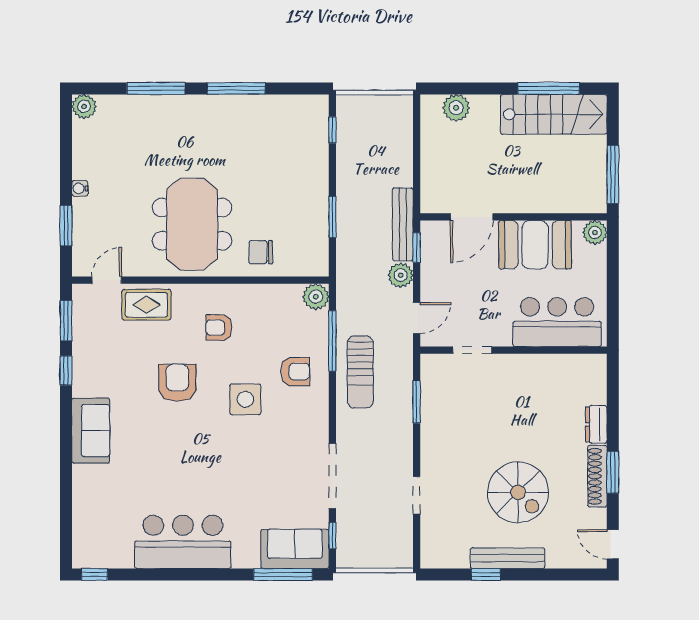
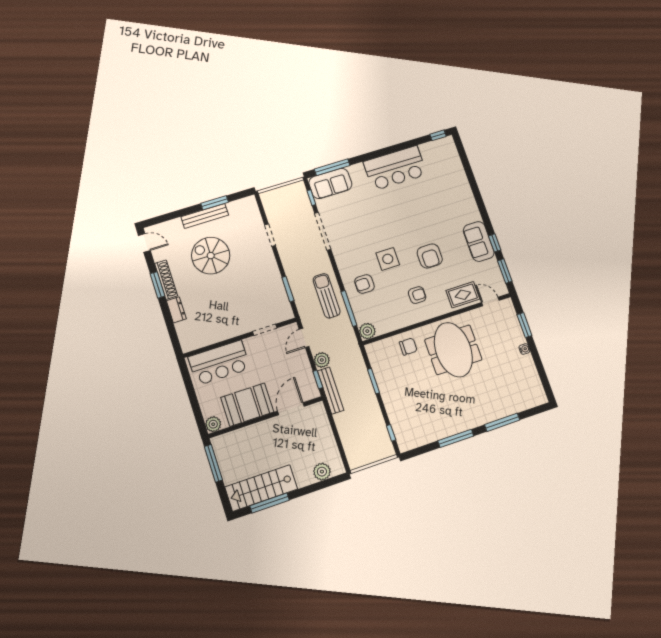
plant: (84, 106) -> (539, 398), removed
door: (107, 280) -> (490, 301), swing flipped
sofa: (91, 431) -> (479, 241), moved
window: (486, 574) -> (215, 203), width x1.50

